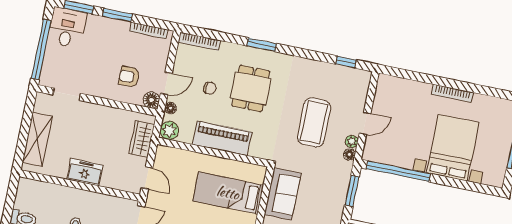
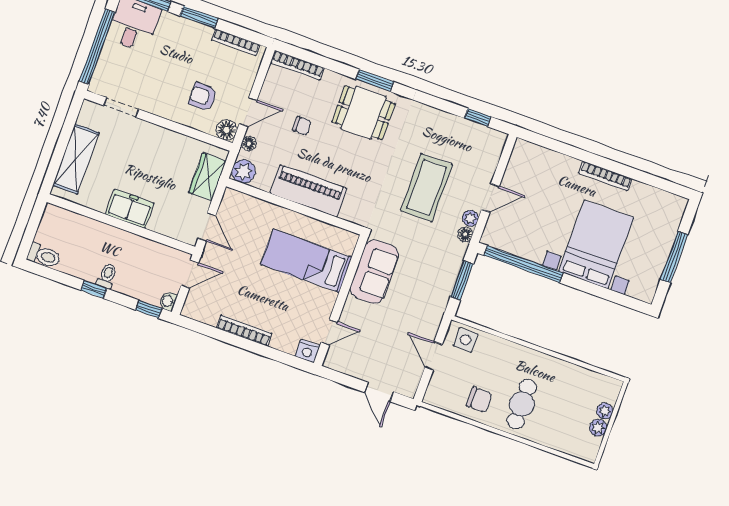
dining table: (251, 89) -> (364, 113), moved, turned 90

